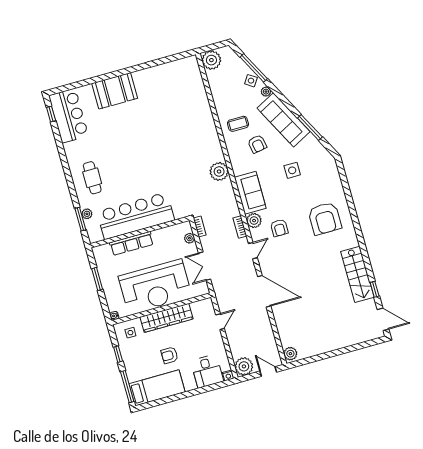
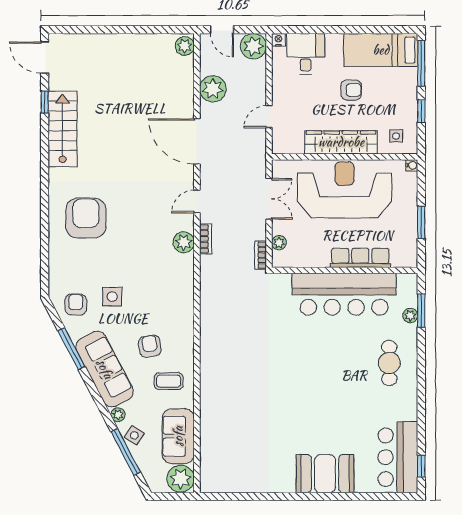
plant: (219, 171) -> (213, 89), moved
sofa: (250, 193) -> (178, 436), moved
armchair: (279, 228) -> (76, 305), moved

